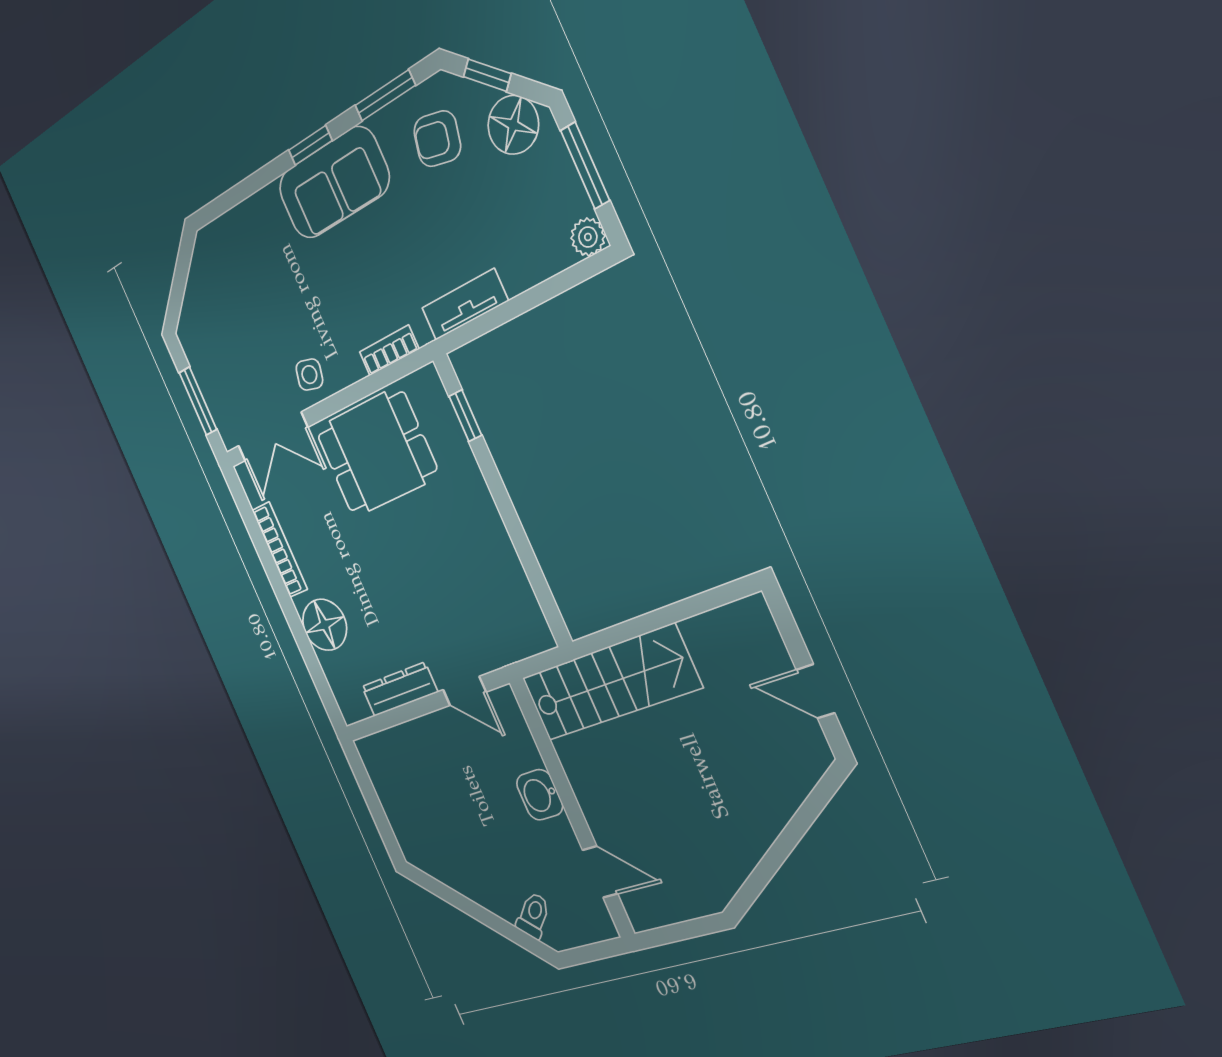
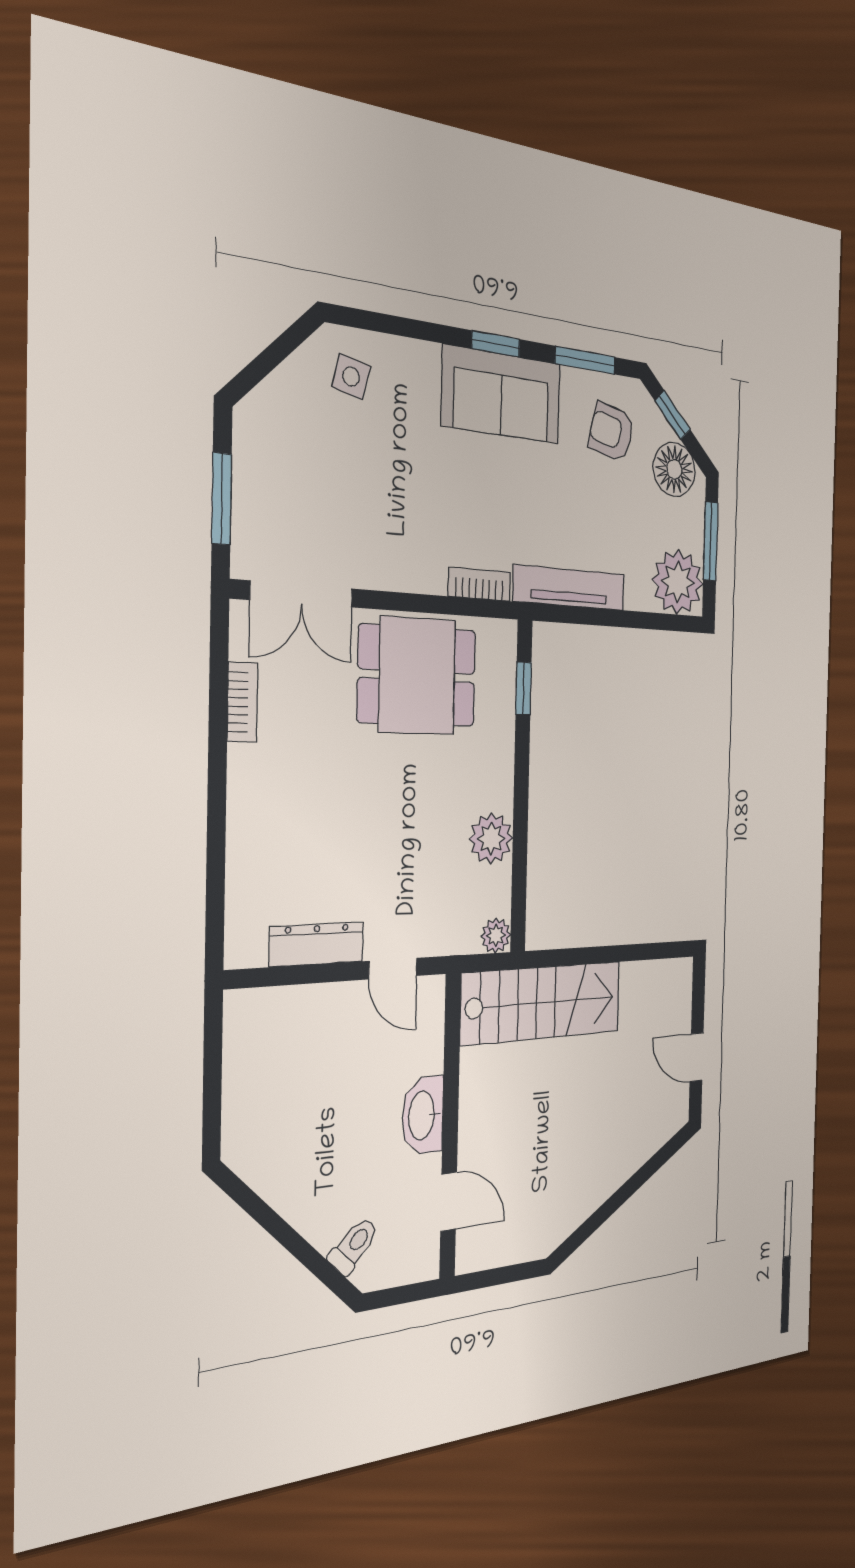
plant: (588, 237) -> (678, 582), width x1.87, depth x1.87
tv unit: (465, 304) -> (569, 588), width x1.41
side table: (309, 375) -> (351, 377), moved
bookcase: (280, 550) -> (242, 702), width x0.64
plant: (496, 556) -> (491, 839), added
floor lamp: (325, 625) -> (257, 837), removed
plant: (539, 637) -> (496, 935), added
washbasin: (540, 795) -> (423, 1115), width x1.38

